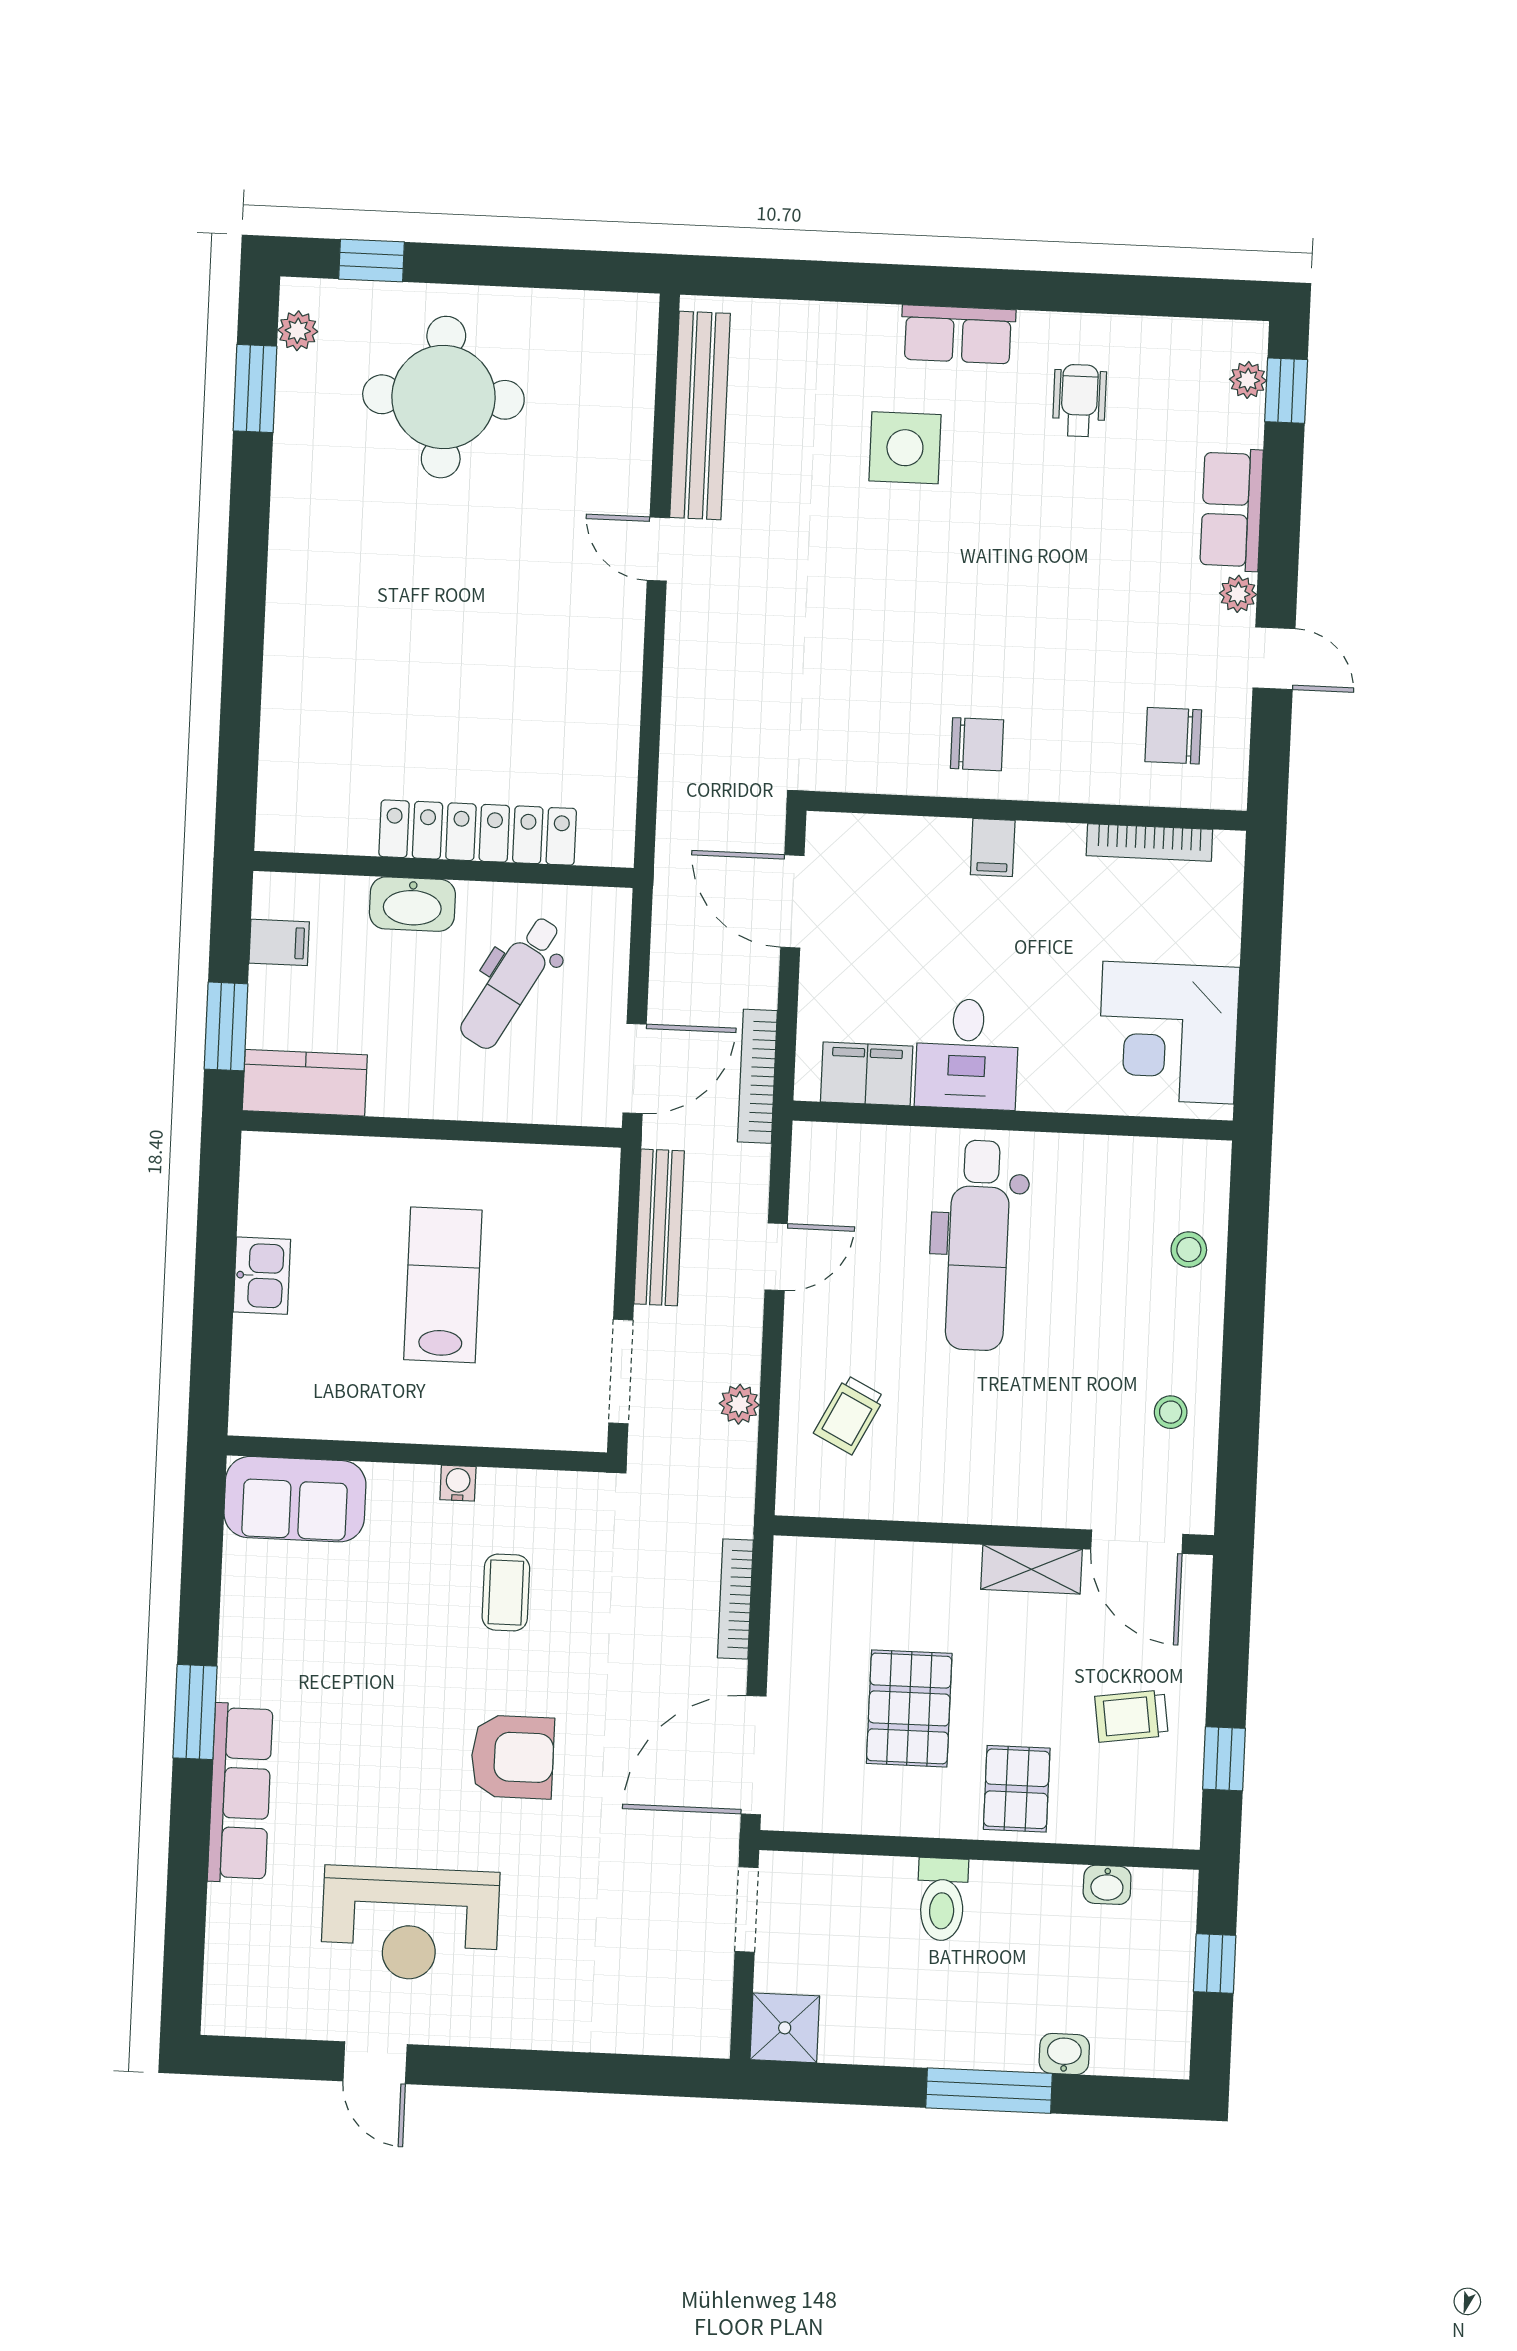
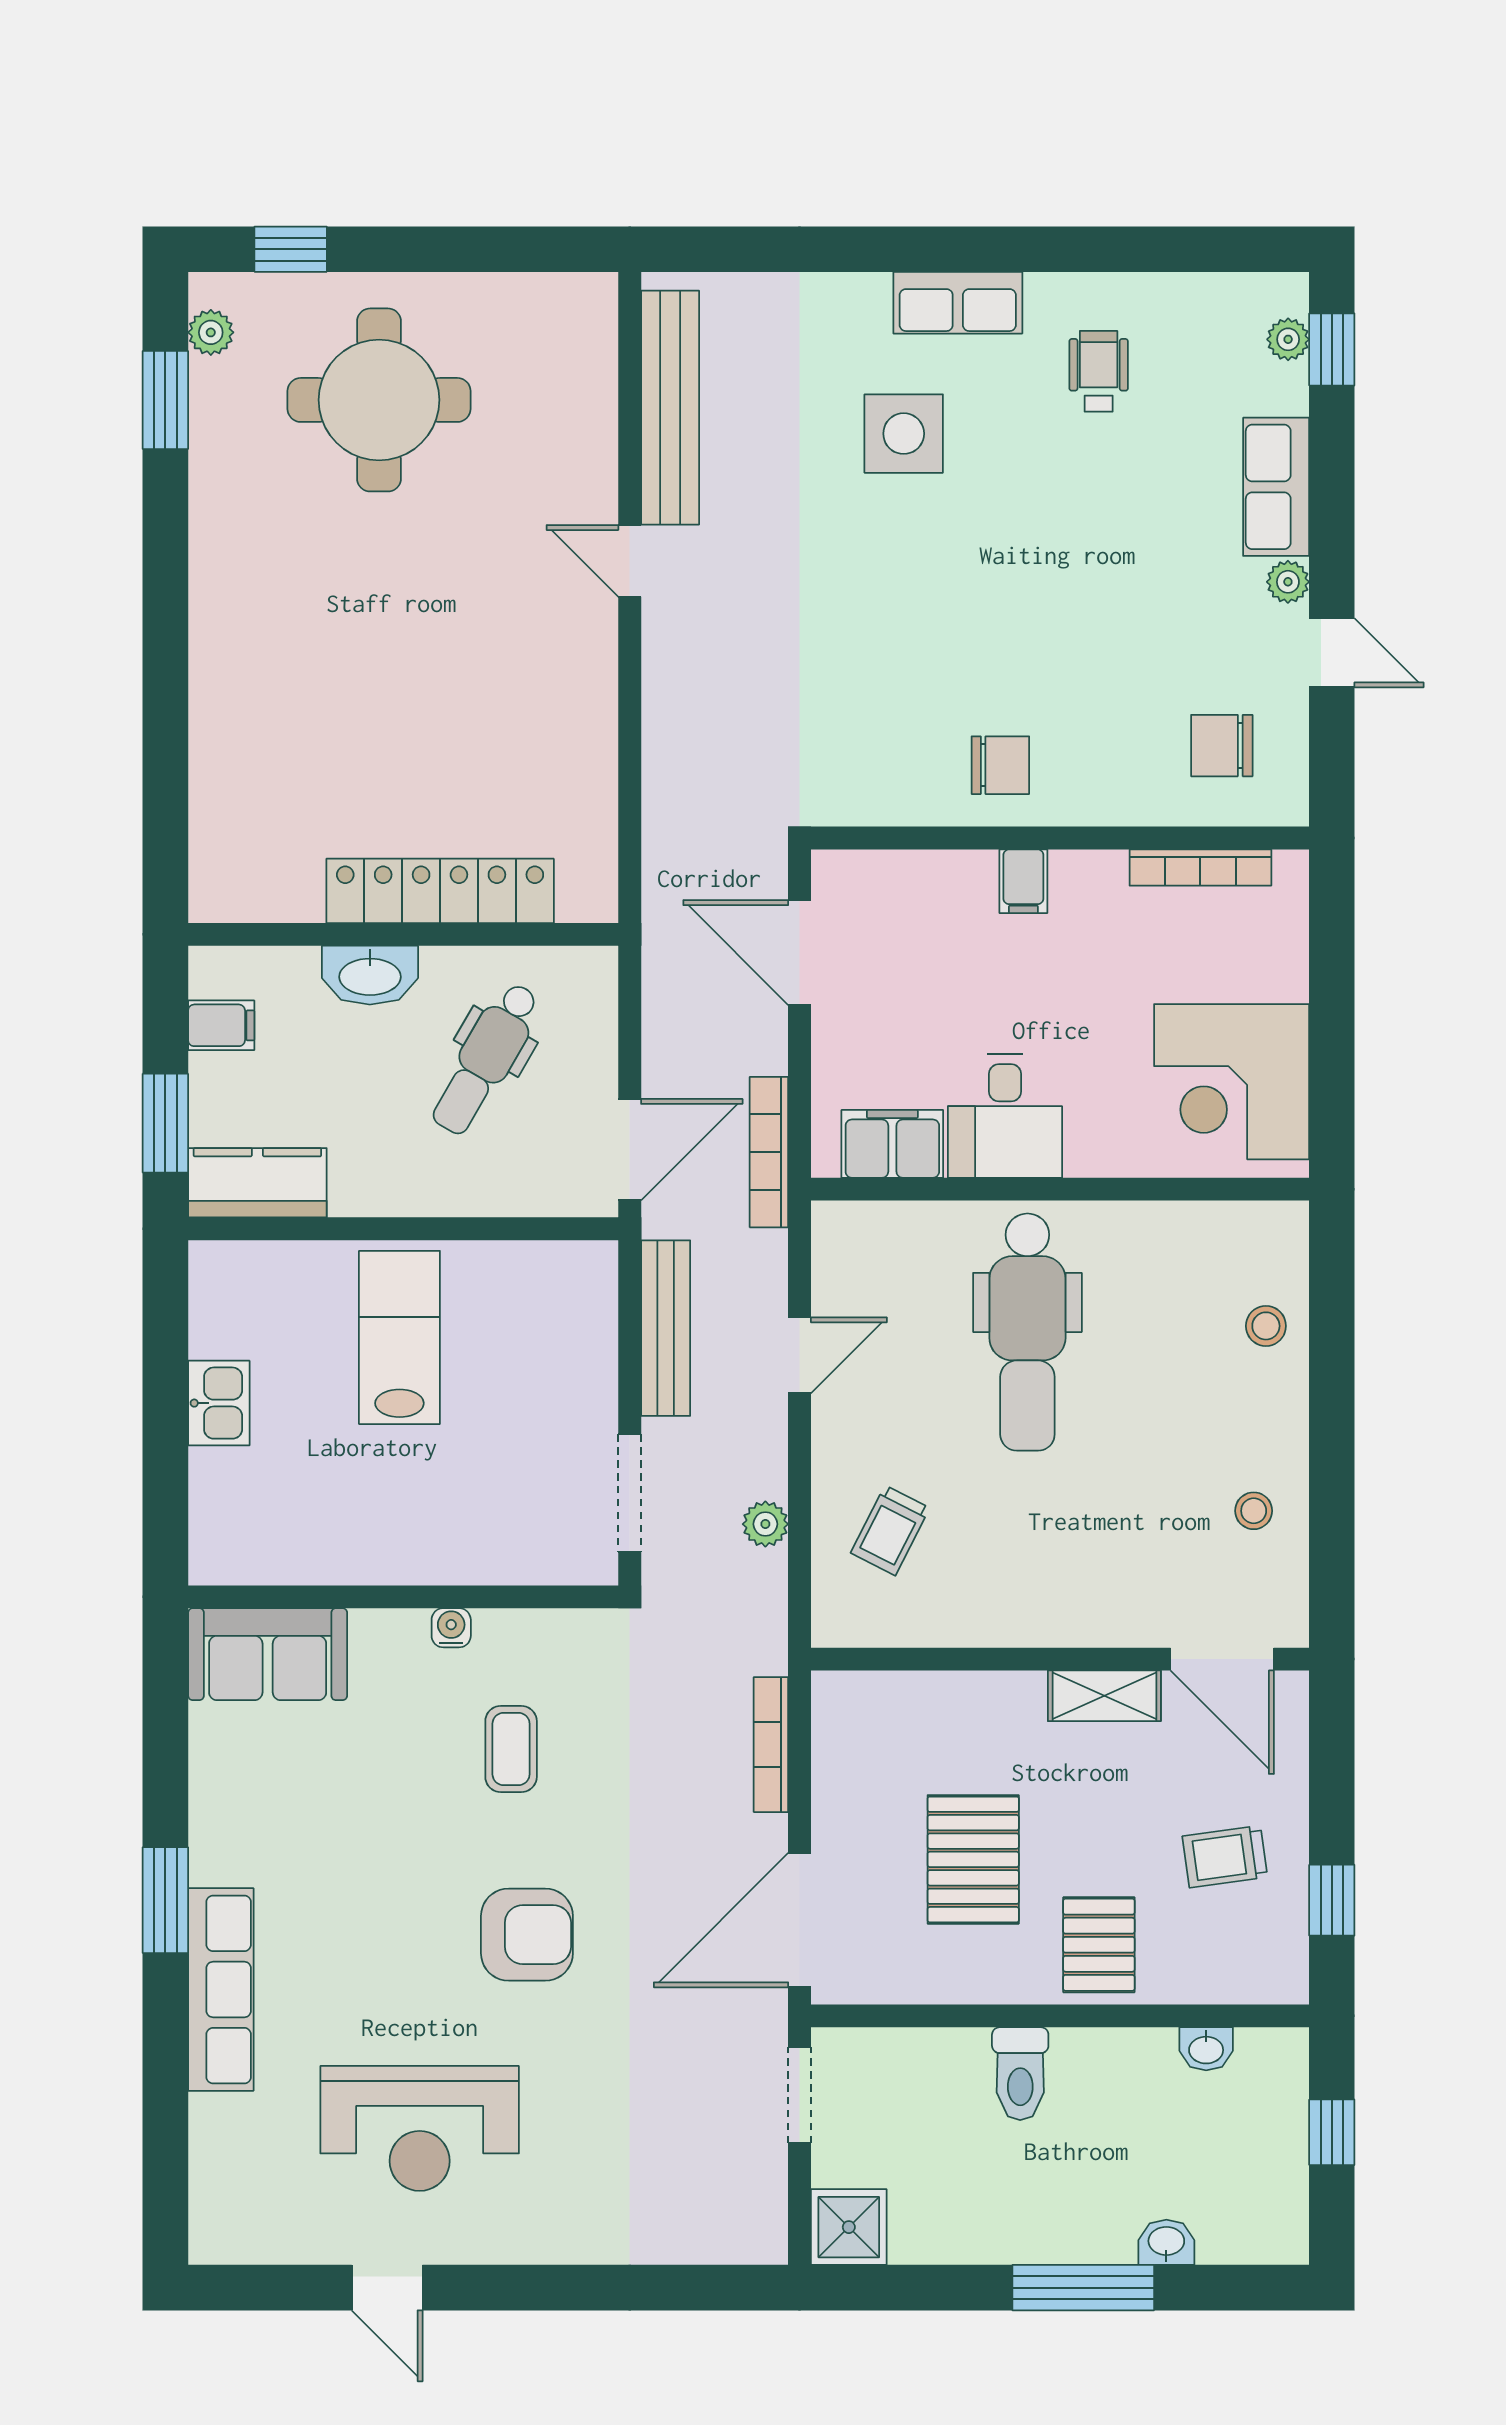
lab bench: (443, 1285) -> (399, 1337), moved

